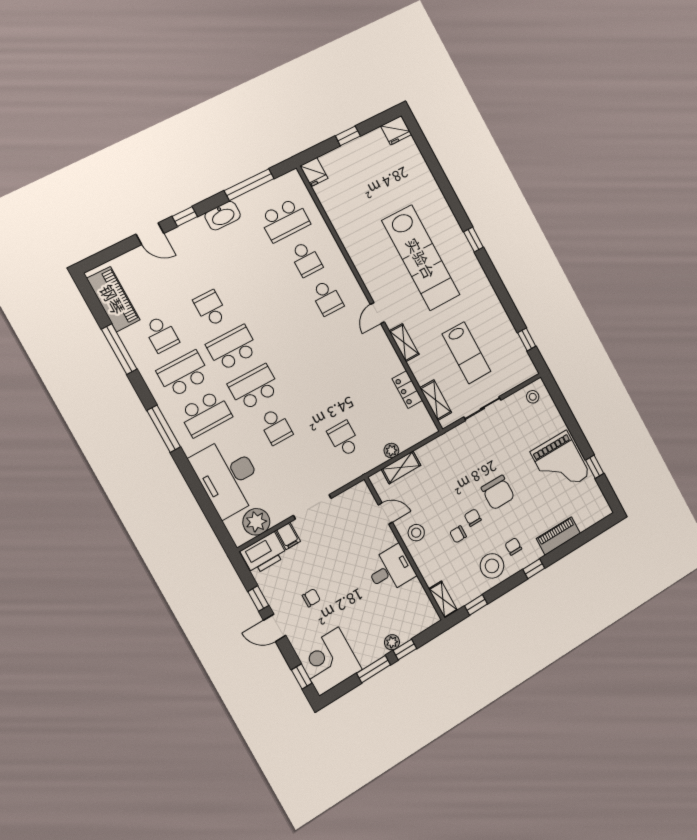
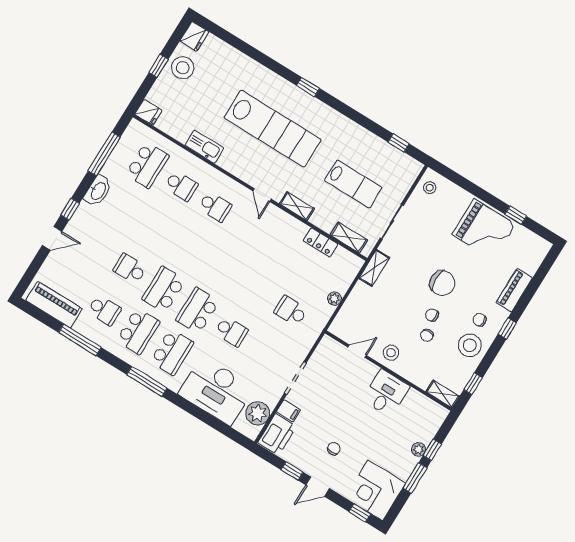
stool: (369, 152) -> (183, 68), added
kitchen sink: (349, 236) -> (204, 147), added
school desk: (183, 374) -> (138, 331), turned 180
shelving: (401, 467) -> (374, 268), moved

